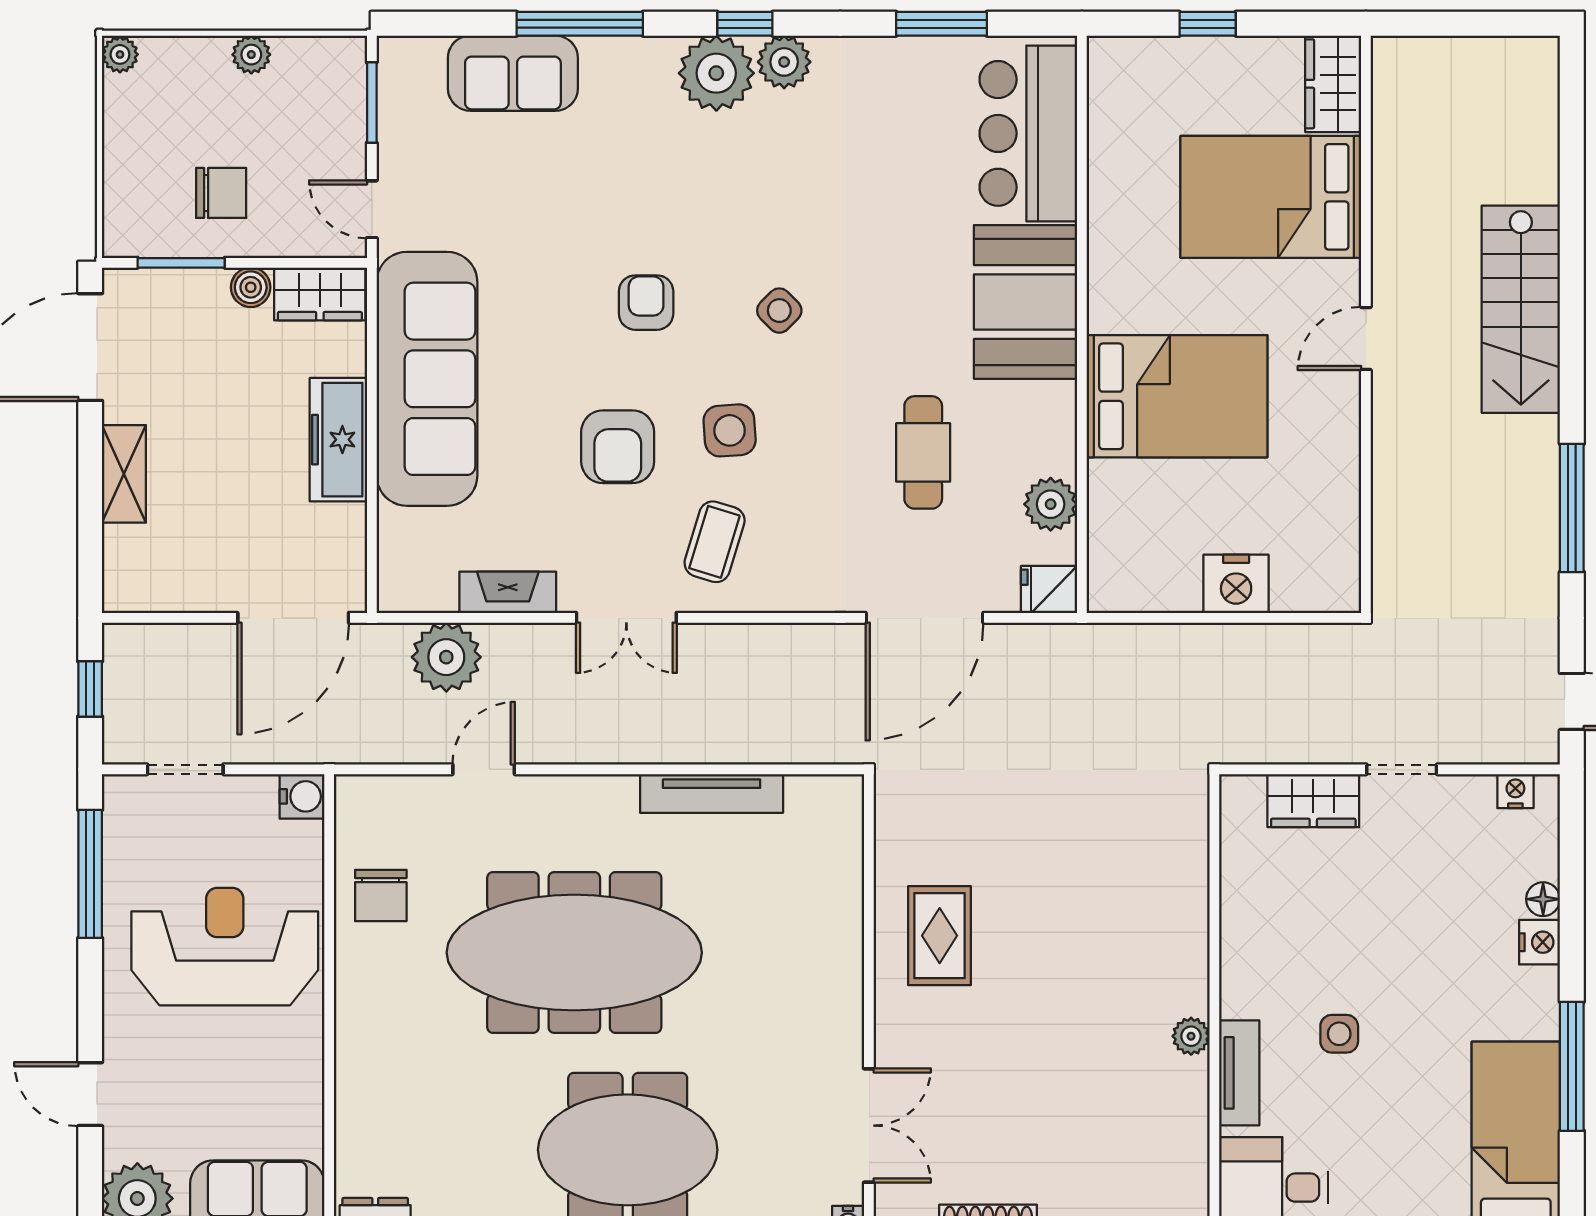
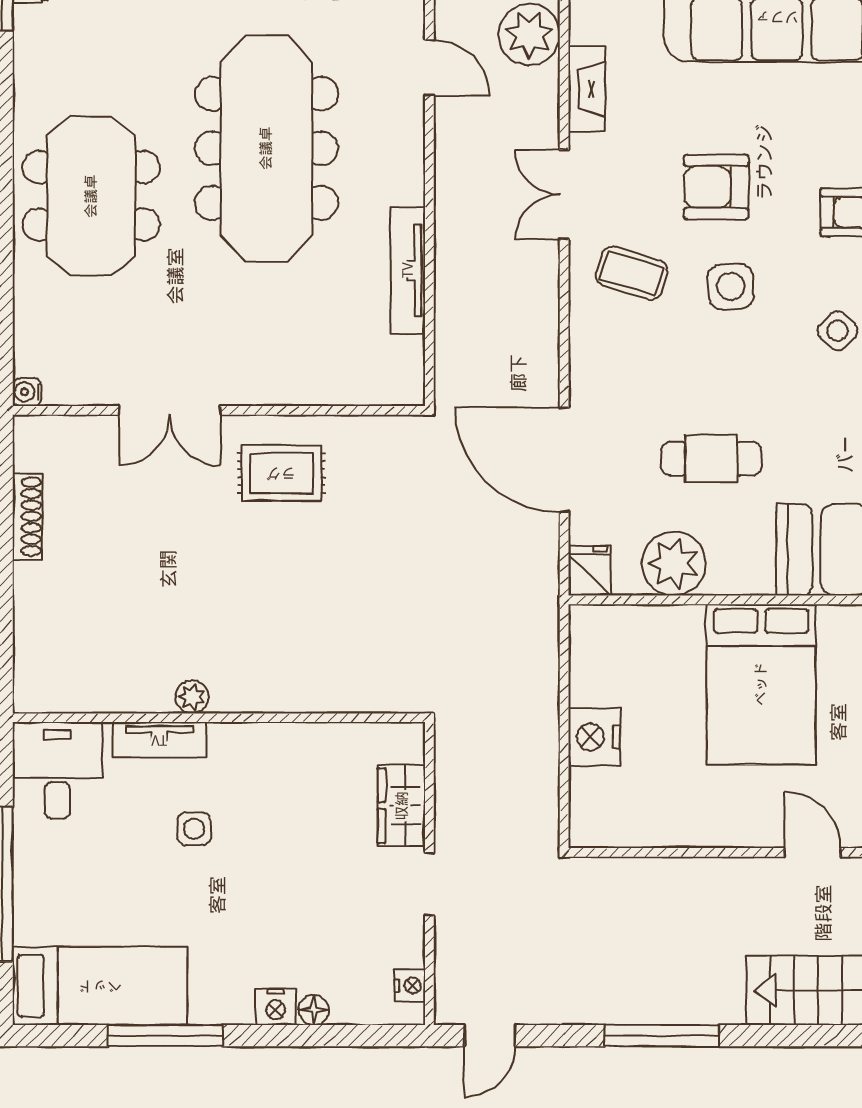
plant: (1051, 504) -> (674, 563), width x1.36, depth x1.36
double door: (869, 1126) -> (170, 410), moved

